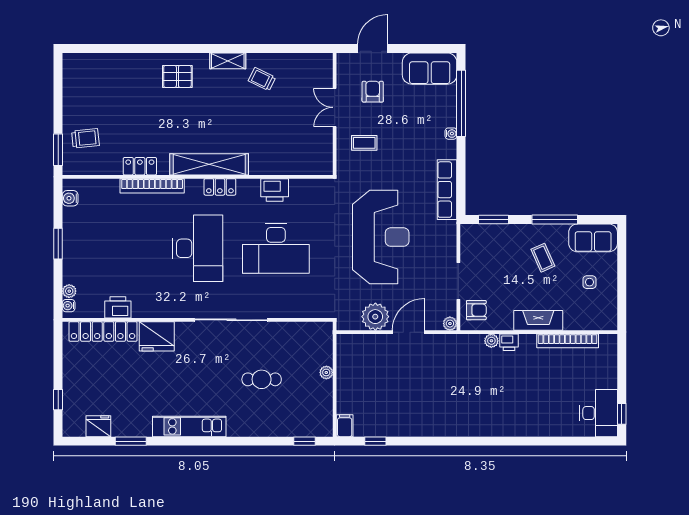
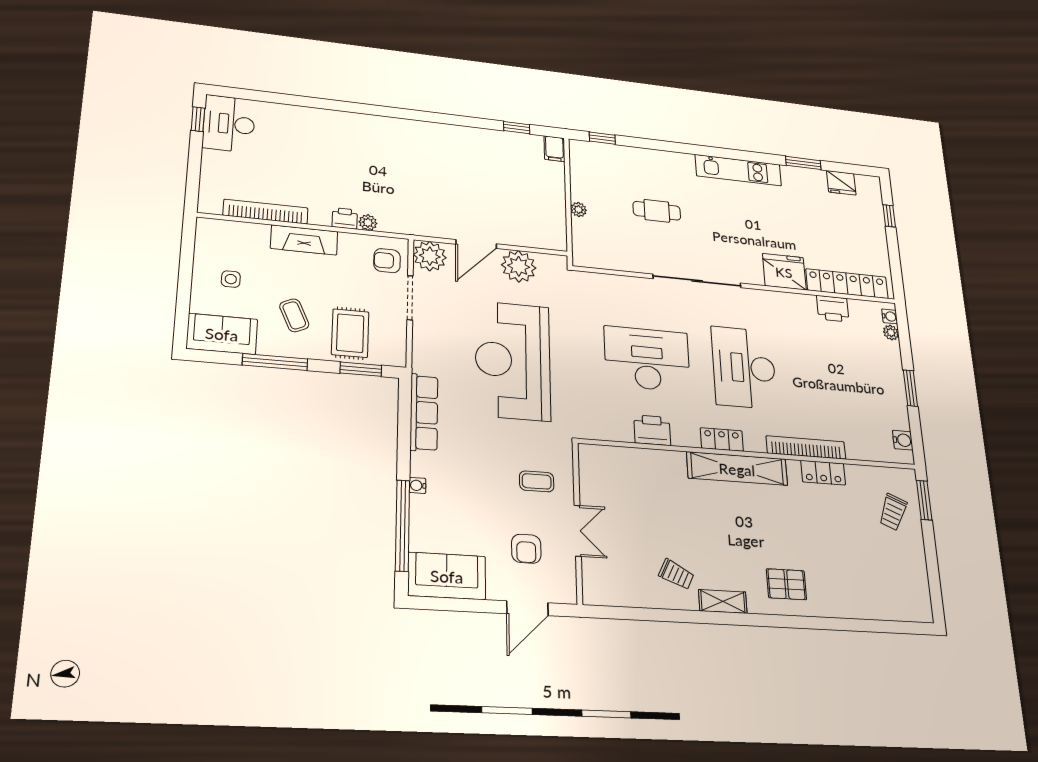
trolley: (85, 138) -> (893, 512), turned -61
rug: (502, 248) -> (350, 333), added
plant: (450, 324) -> (430, 256), width x1.87, depth x1.87

